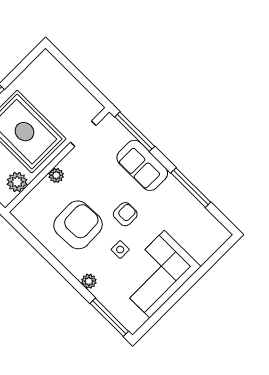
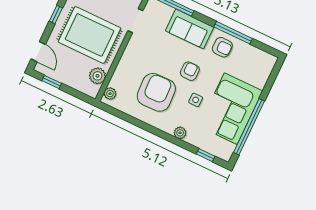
plant: (56, 175) -> (110, 94), moved
armchair: (172, 200) -> (222, 47), added
window: (171, 302) -> (249, 127), added
window: (109, 317) -> (206, 155), width x0.46

